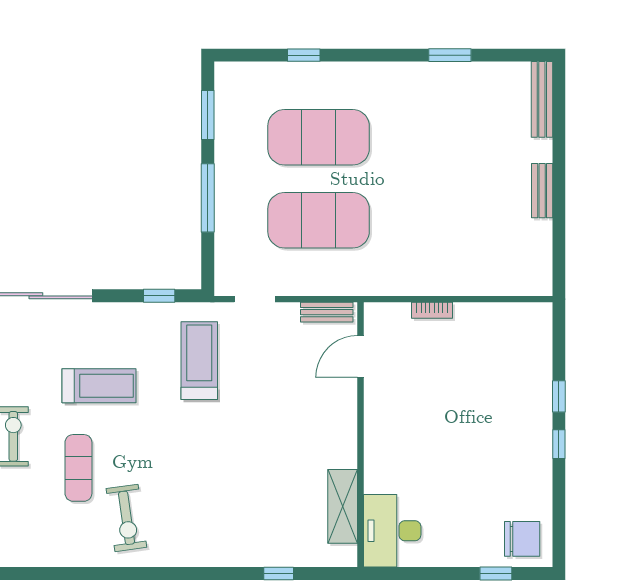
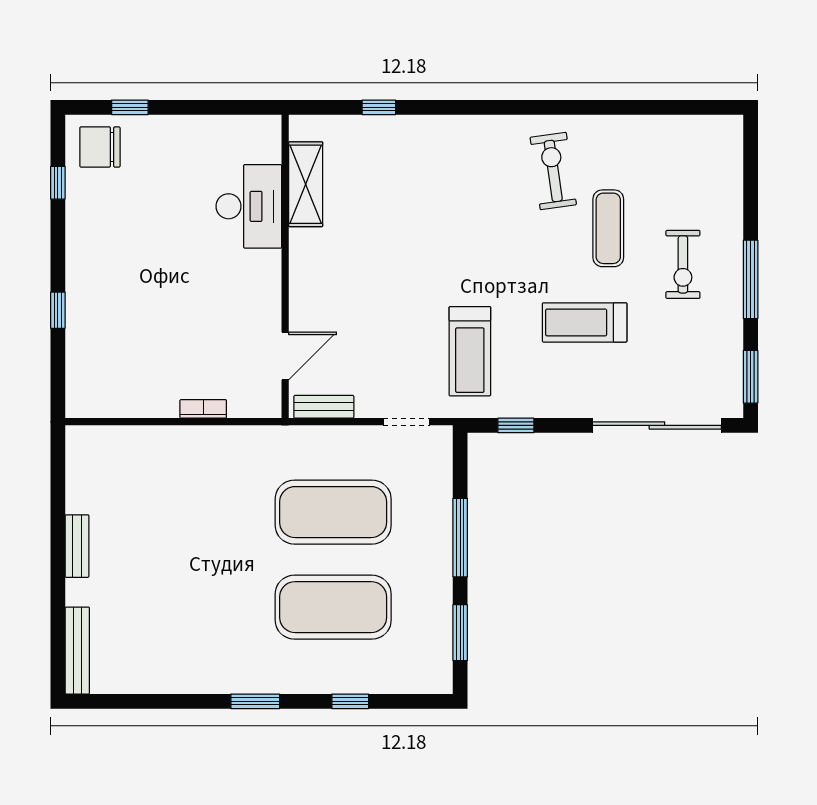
window: (450, 55) -> (255, 701), moved
window: (559, 444) -> (58, 183), moved
desk: (392, 531) -> (249, 206), moved

